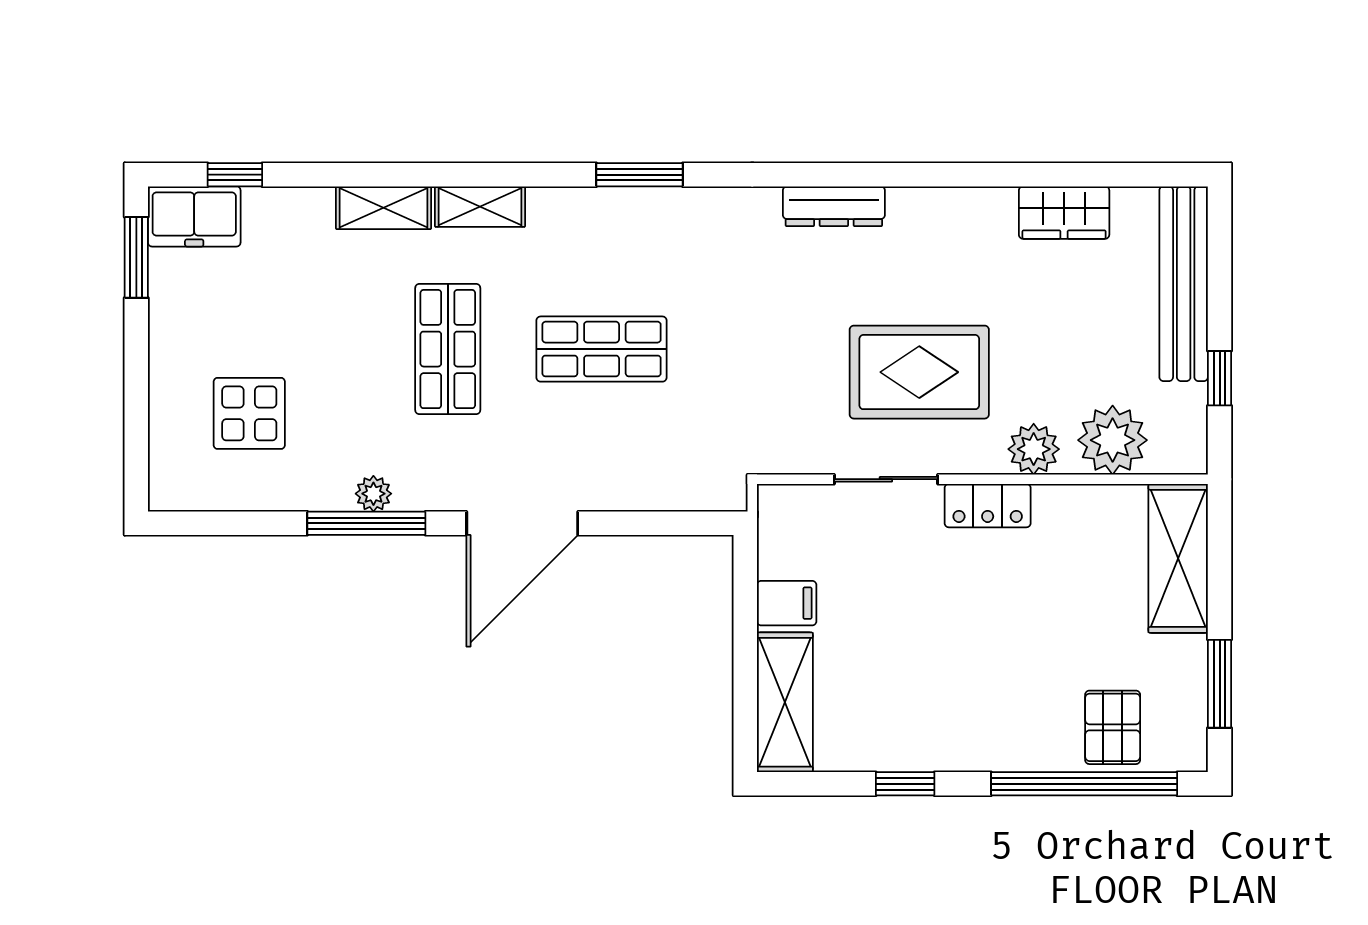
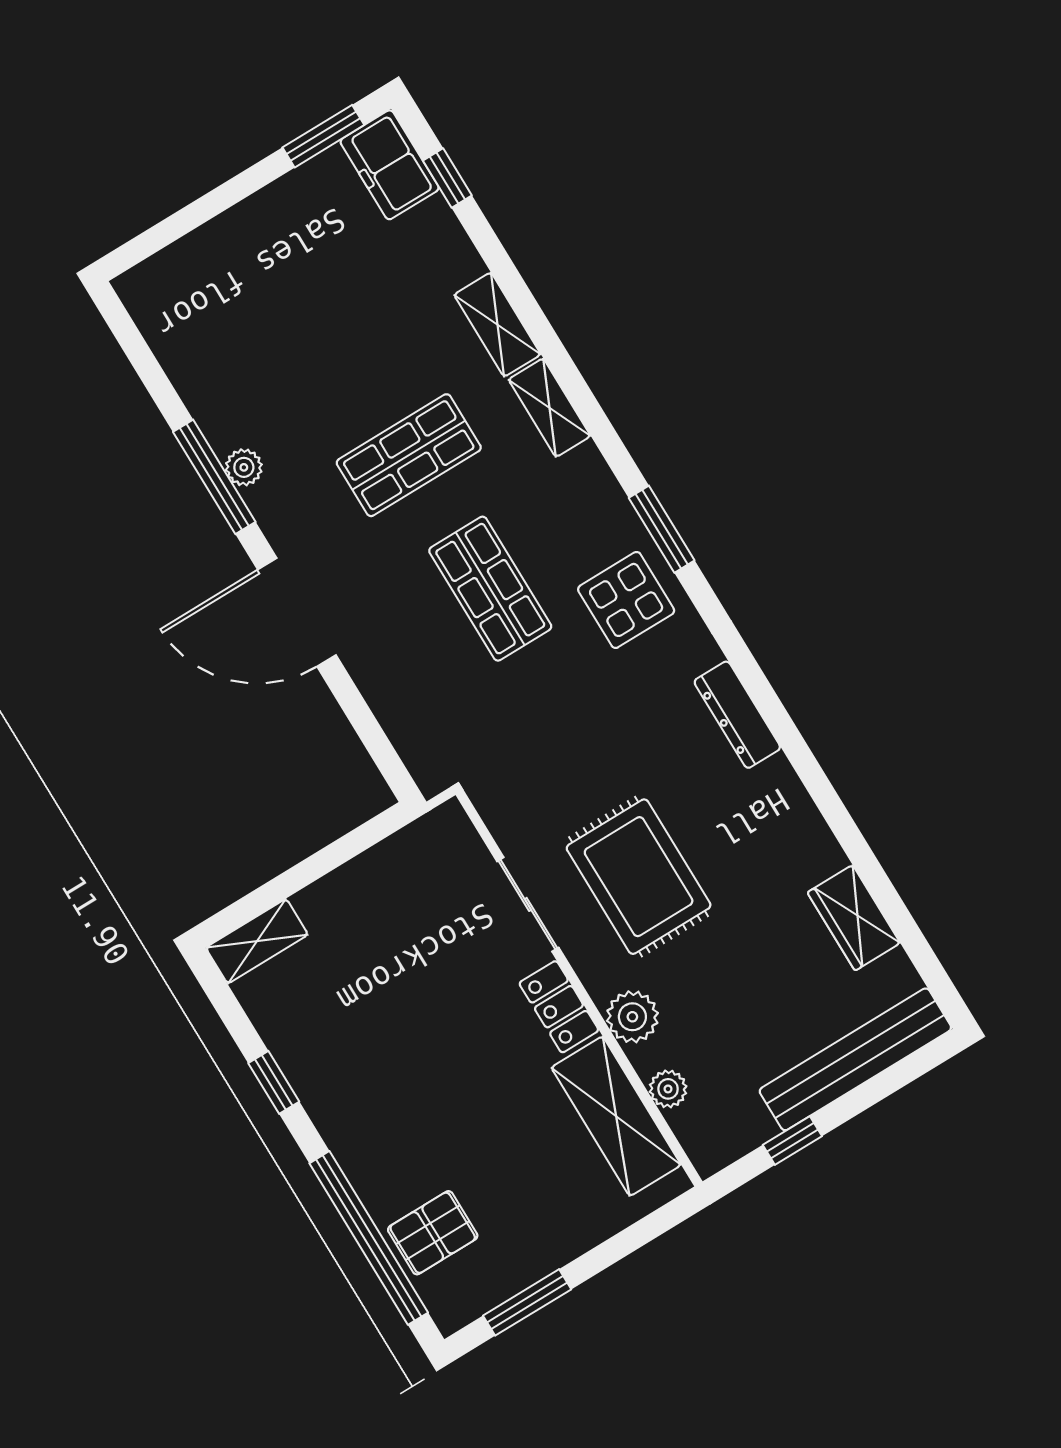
display table: (249, 413) -> (626, 600), moved
plant: (1113, 440) -> (668, 1089), width x0.53, depth x0.53
shelving: (1178, 558) -> (616, 1116), moved, turned 90
filing cabinet: (787, 603) -> (368, 884), removed
shelving: (785, 702) -> (257, 941), width x0.67, depth x0.75

